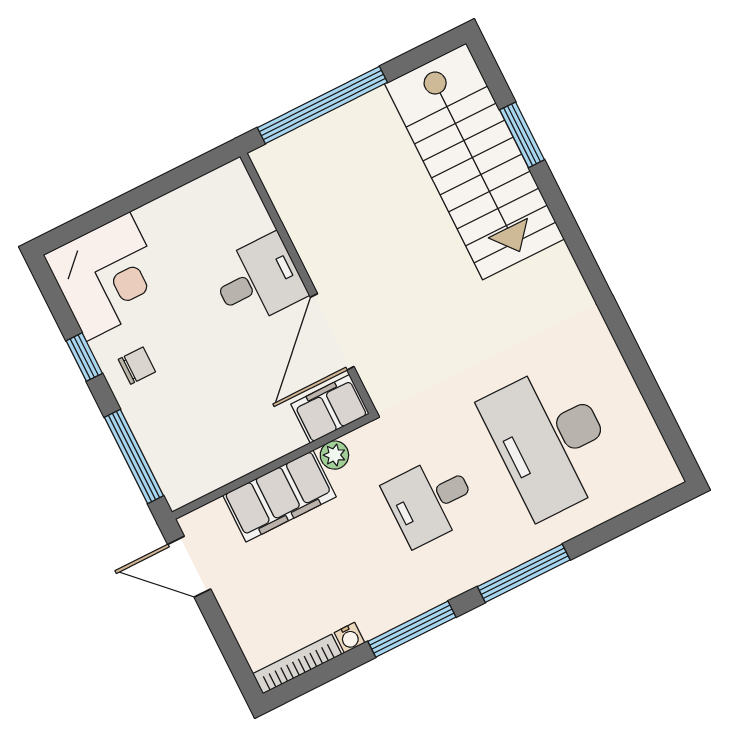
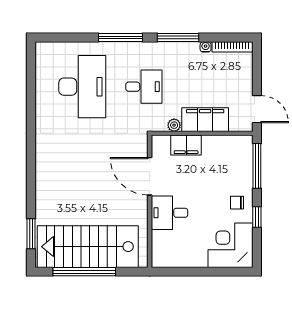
window: (322, 105) -> (84, 272), moved
window: (522, 135) -> (31, 234), moved
stairs: (474, 161) -> (88, 247), moved, turned -90
door: (332, 332) -> (150, 176), swing flipped
filing cabinet: (330, 409) -> (186, 145), moved

